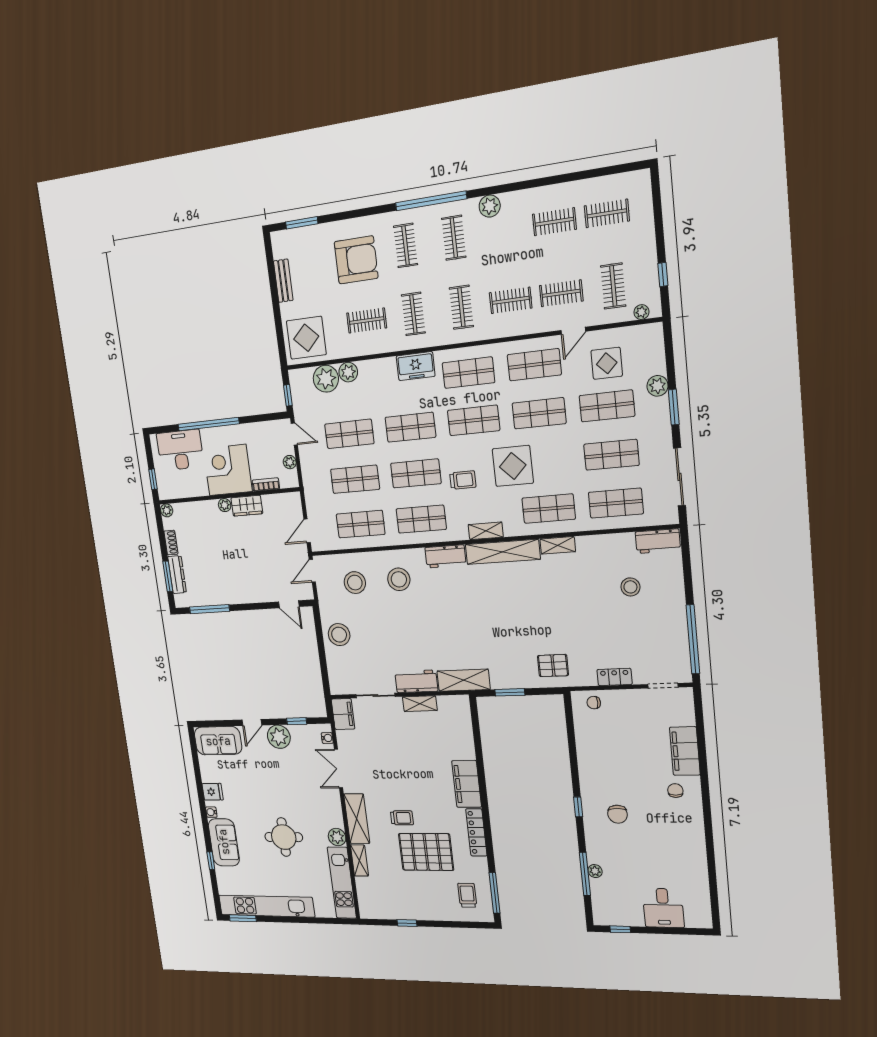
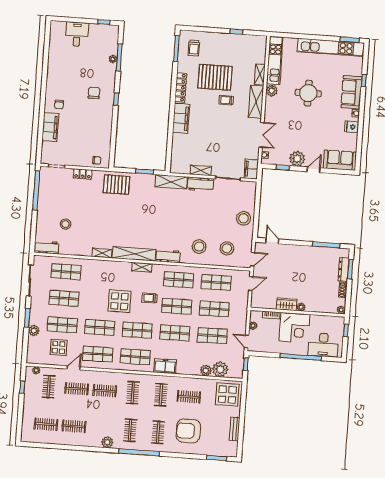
shop shelf: (549, 509) -> (104, 274), removed
pallet: (553, 666) -> (117, 185), width x1.50, depth x1.42

